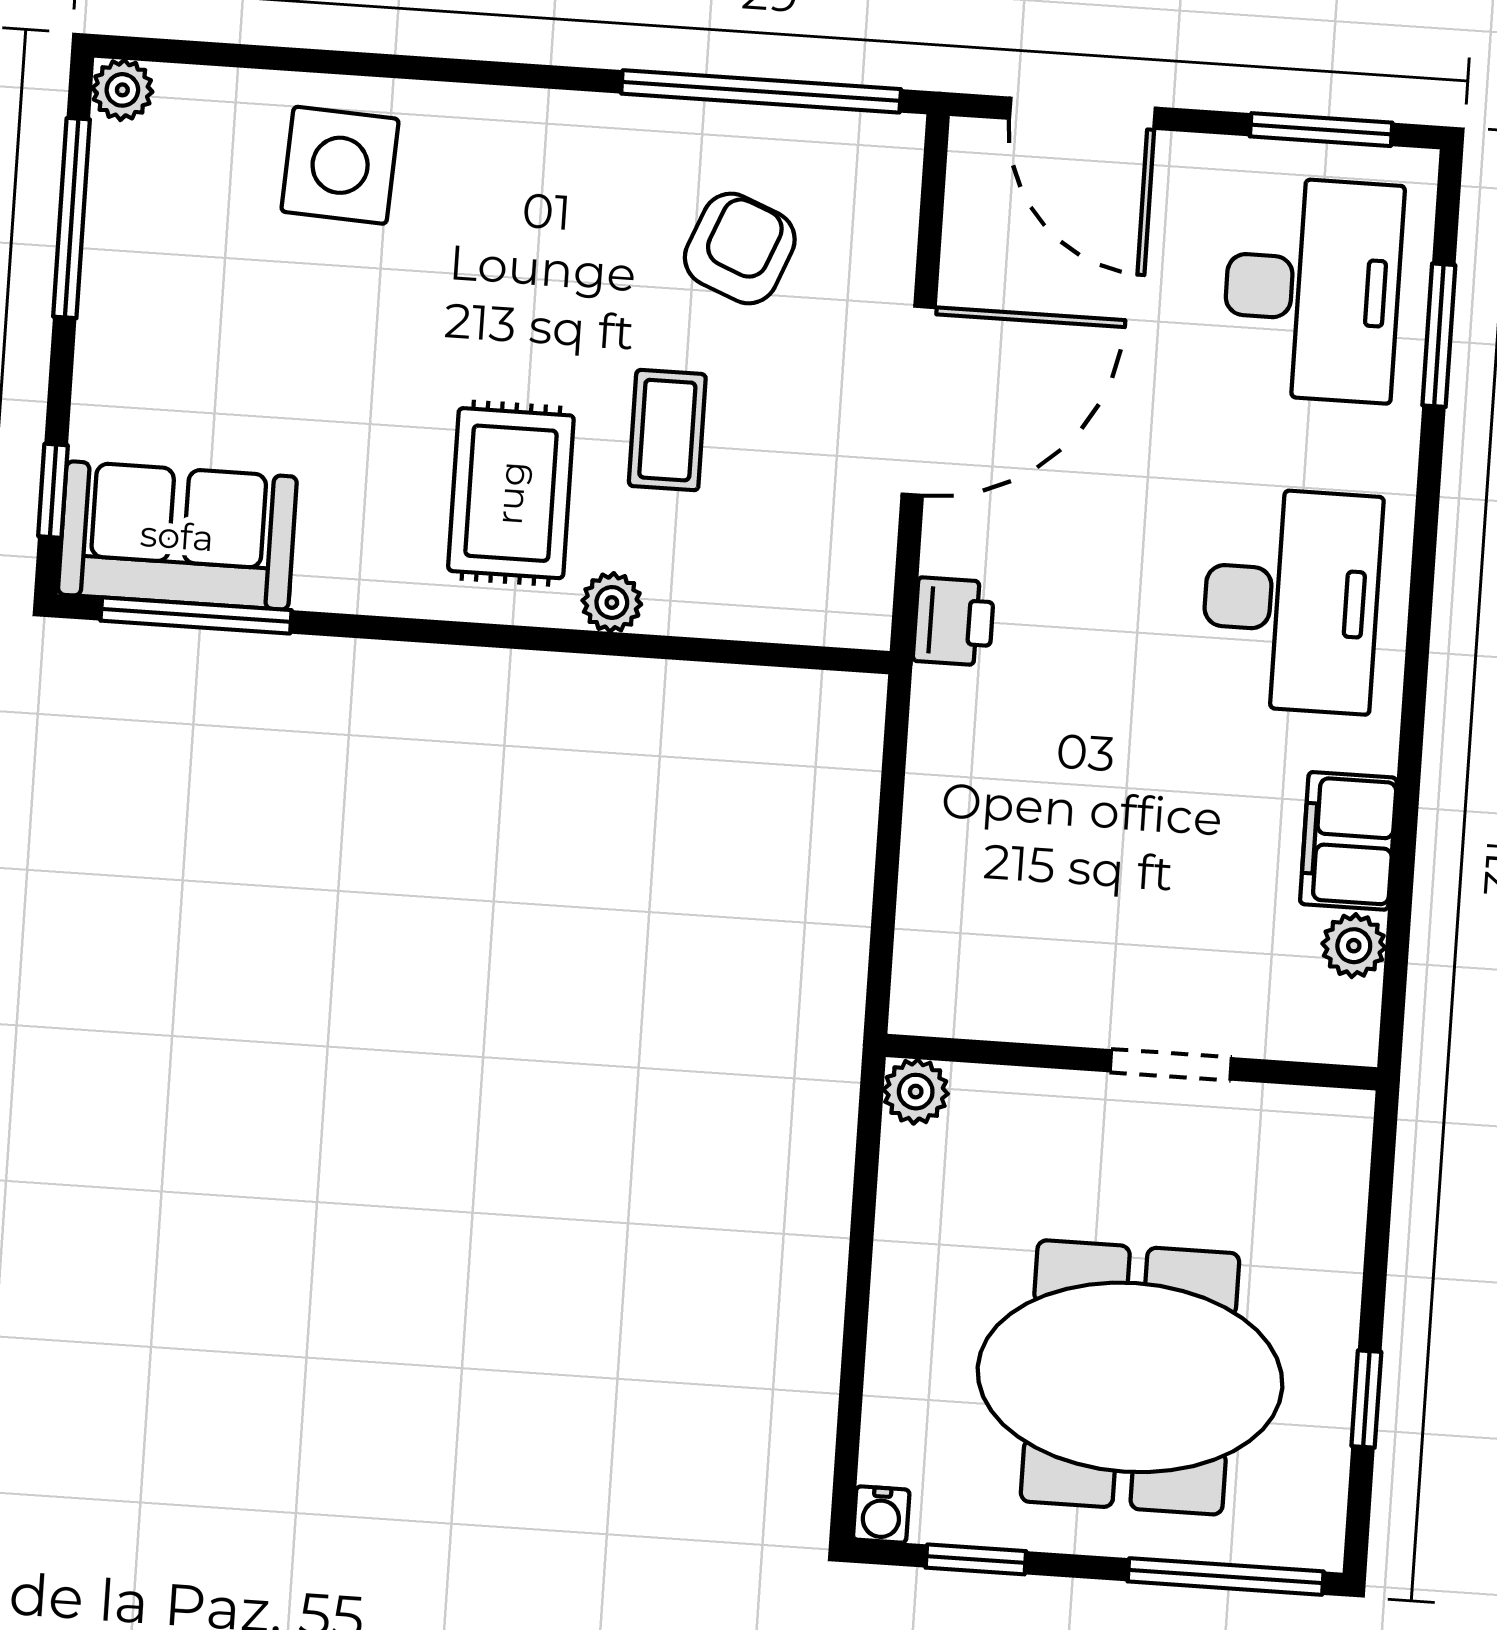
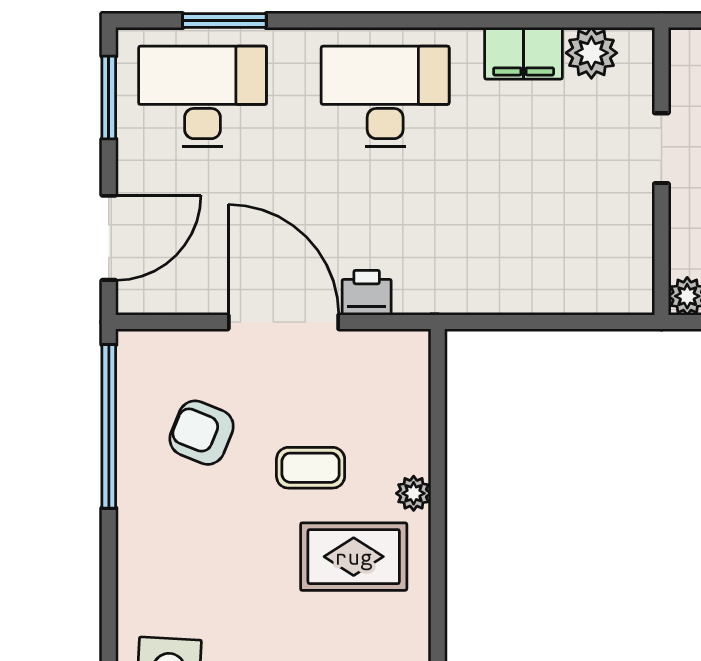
printer: (954, 621) -> (367, 293), moved
plant: (1354, 946) -> (591, 53), width x1.38, depth x1.38

